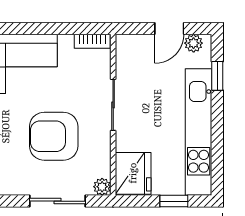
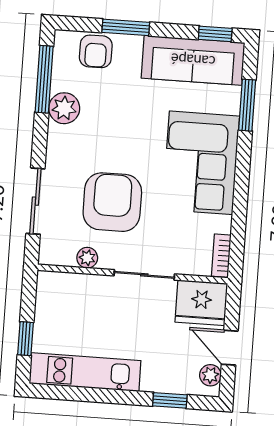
kitchen unit: (199, 132) -> (85, 372), width x0.73
fridge: (133, 173) -> (201, 303), moved
plant: (102, 187) -> (87, 258), moved

